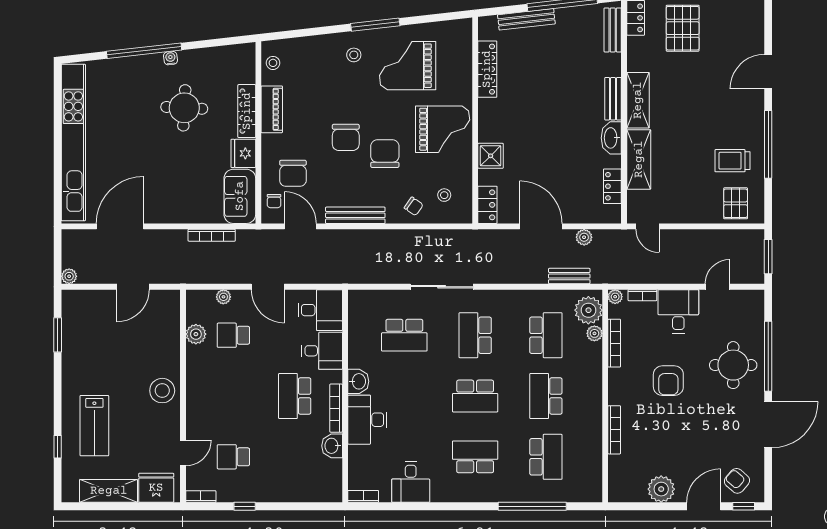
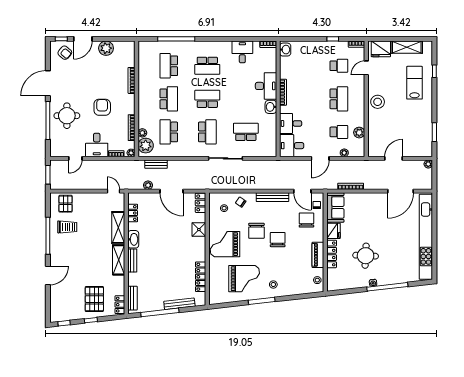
door: (268, 287) -> (320, 158), swing flipped
school desk: (295, 396) -> (339, 99), moved
washbasin: (332, 446) -> (285, 50), moved

